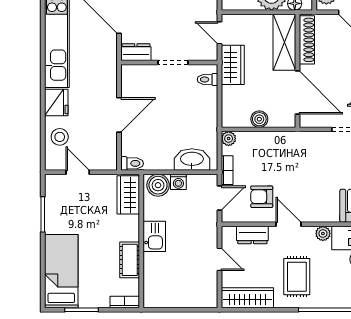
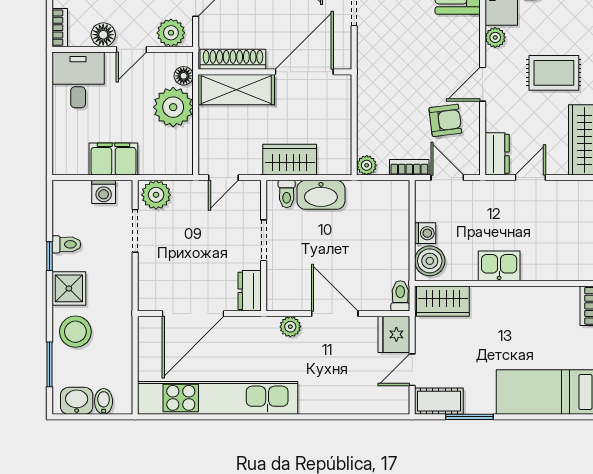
wardrobe: (233, 65) -> (290, 160), moved
plant: (109, 82) -> (290, 327), added
fridge: (56, 102) -> (394, 334), moved, turned -90
boiler: (259, 119) -> (340, 124), removed
stool: (60, 137) -> (364, 394), removed
washbasin: (192, 159) -> (321, 195), moved, turned -90
armchair: (262, 197) -> (445, 120), turned -97
dresser: (252, 235) -> (497, 154), moved
cot: (130, 260) -> (439, 401), moved

